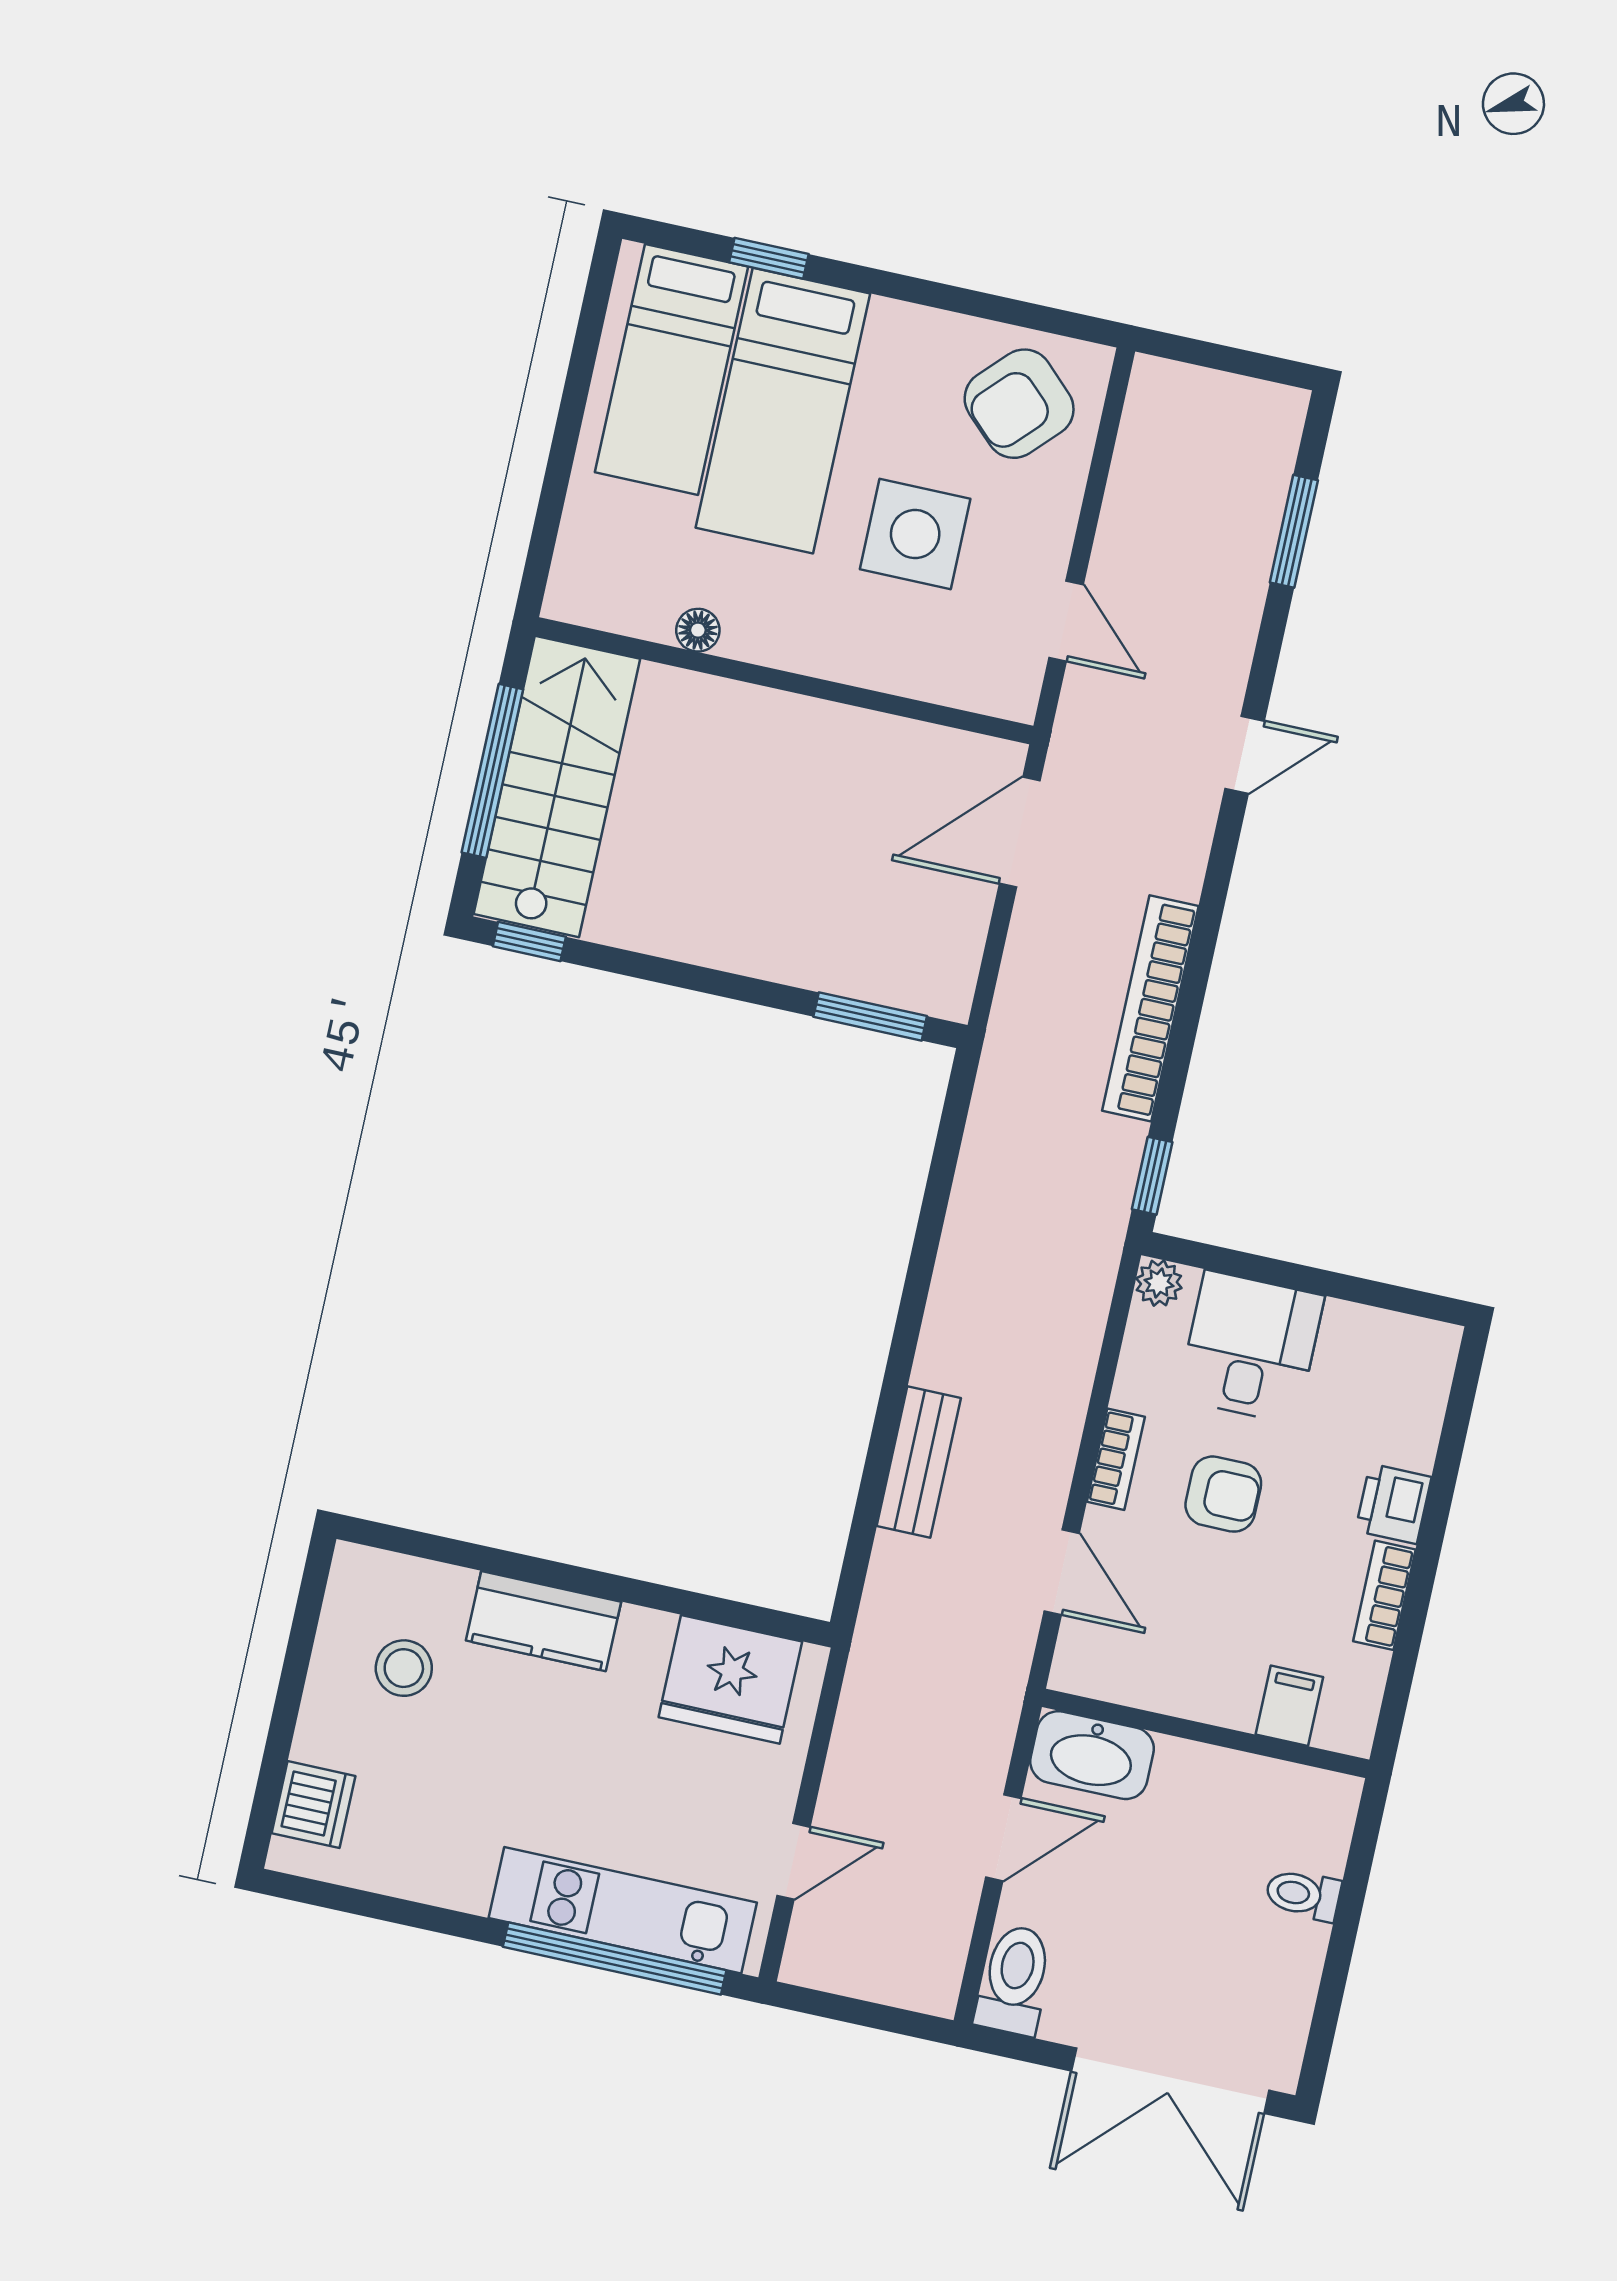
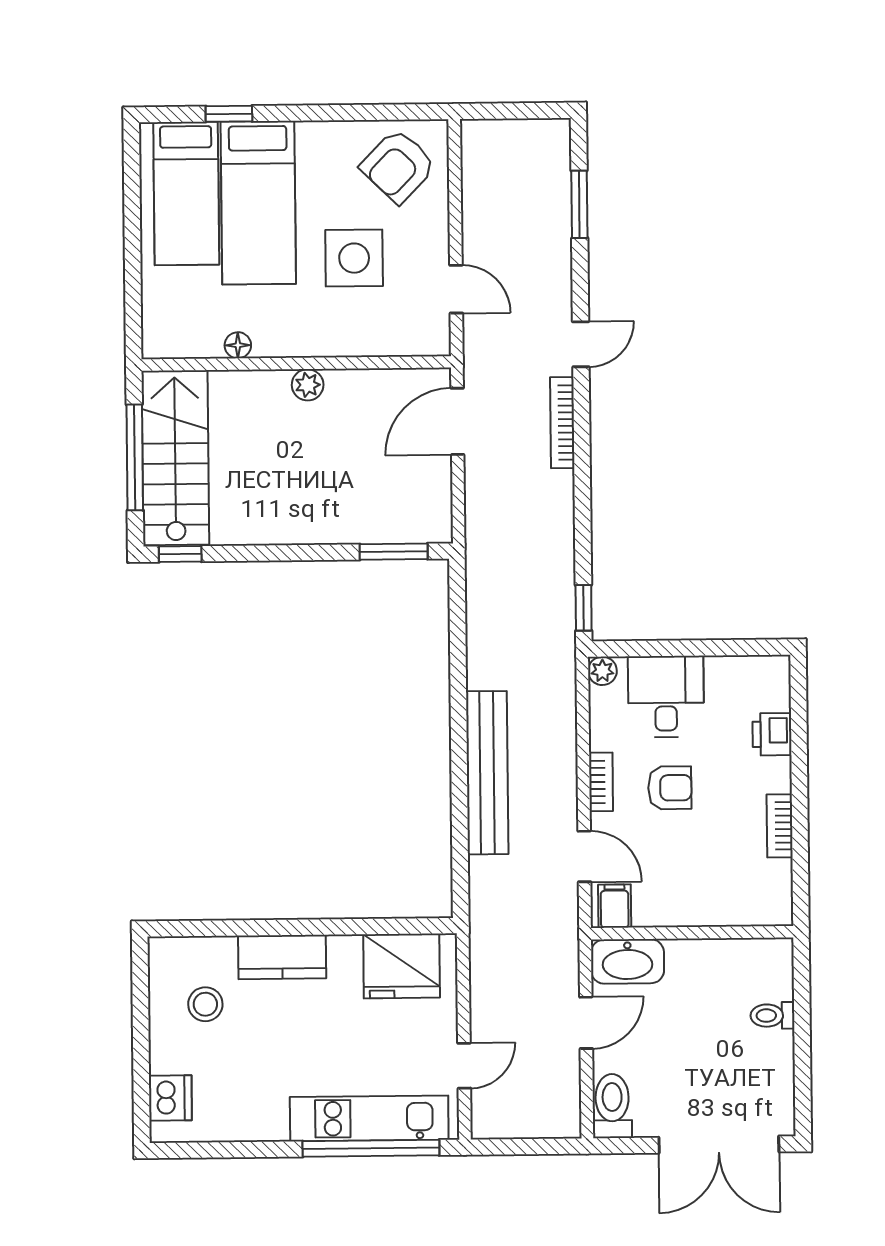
plant: (794, 719) -> (308, 385), added
bookcase: (1150, 1008) -> (562, 423), moved, width x0.68, depth x0.76
bench: (919, 1462) -> (487, 773), width x1.86, depth x1.21
printer: (1393, 1504) -> (772, 734), moved
filing cabinet: (1289, 1706) -> (615, 906), moved

